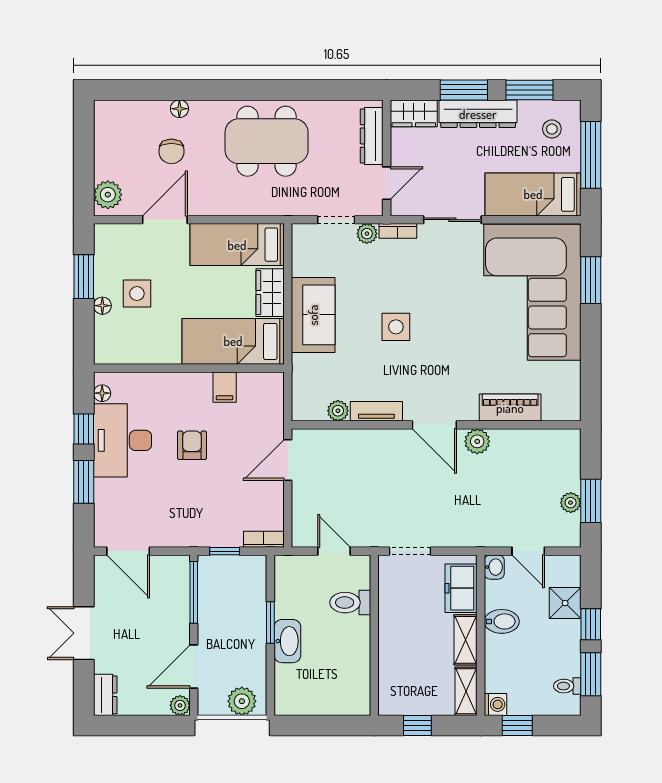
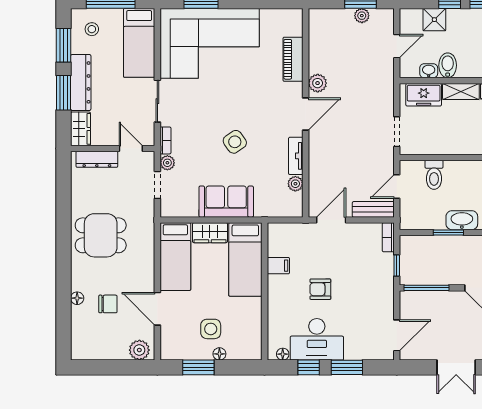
dining table: (267, 141) -> (101, 235), width x0.73
side table: (396, 327) -> (235, 142), turned -35
door: (288, 460) -> (331, 220), swing flipped
bench: (302, 519) -> (373, 209), added
washbasin: (494, 567) -> (429, 71), moved

